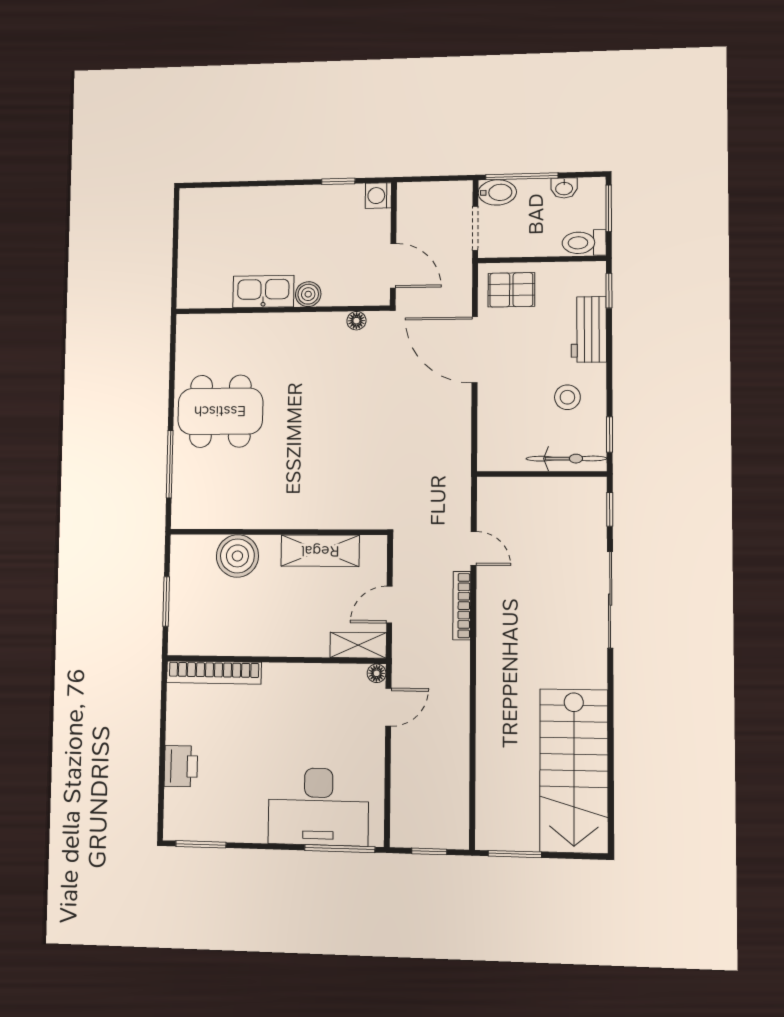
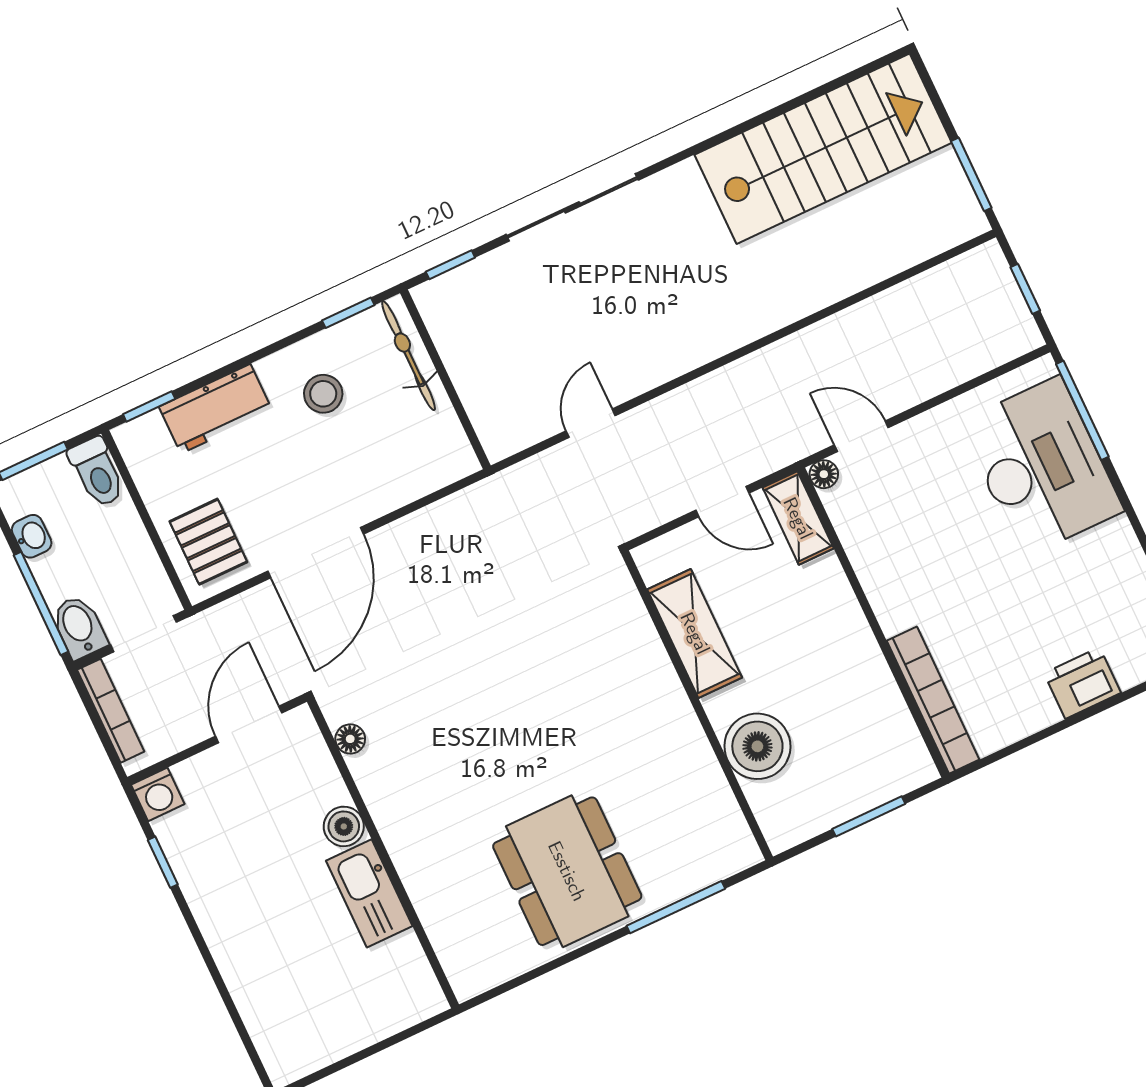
bookcase: (462, 606) -> (111, 711), moved, turned -90

